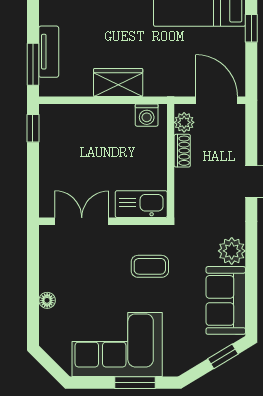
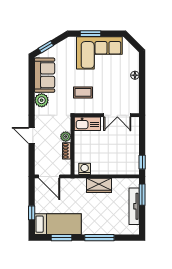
tv unit: (49, 52) -> (134, 206), width x1.41
plant: (184, 122) -> (66, 137), moved

